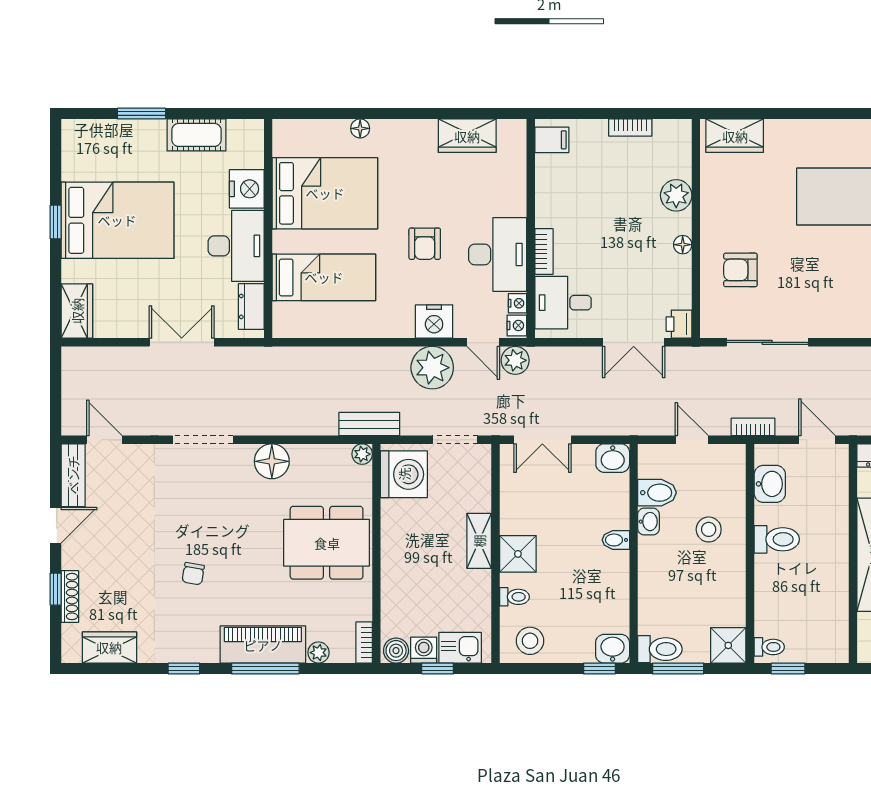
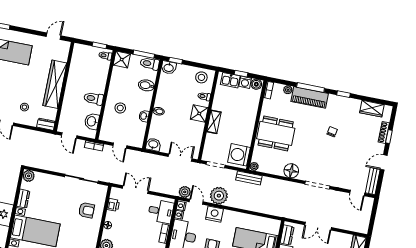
printer: (679, 324) -> (113, 205), moved
bidet: (657, 493) -> (146, 85), moved

